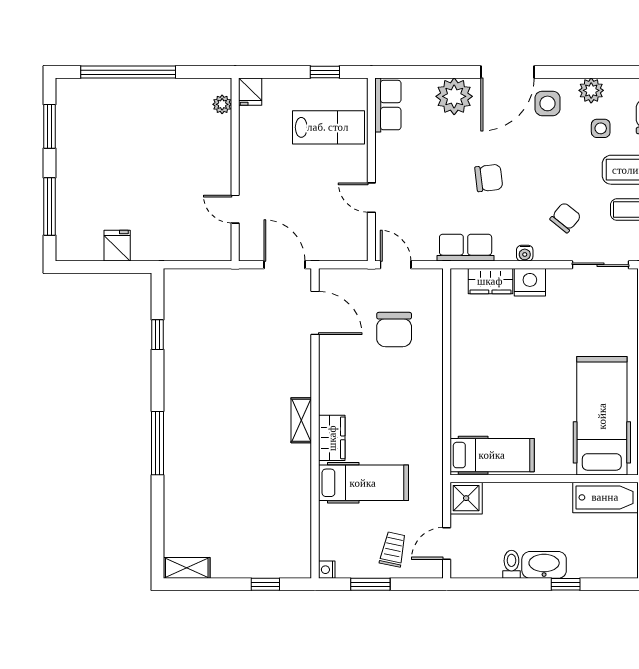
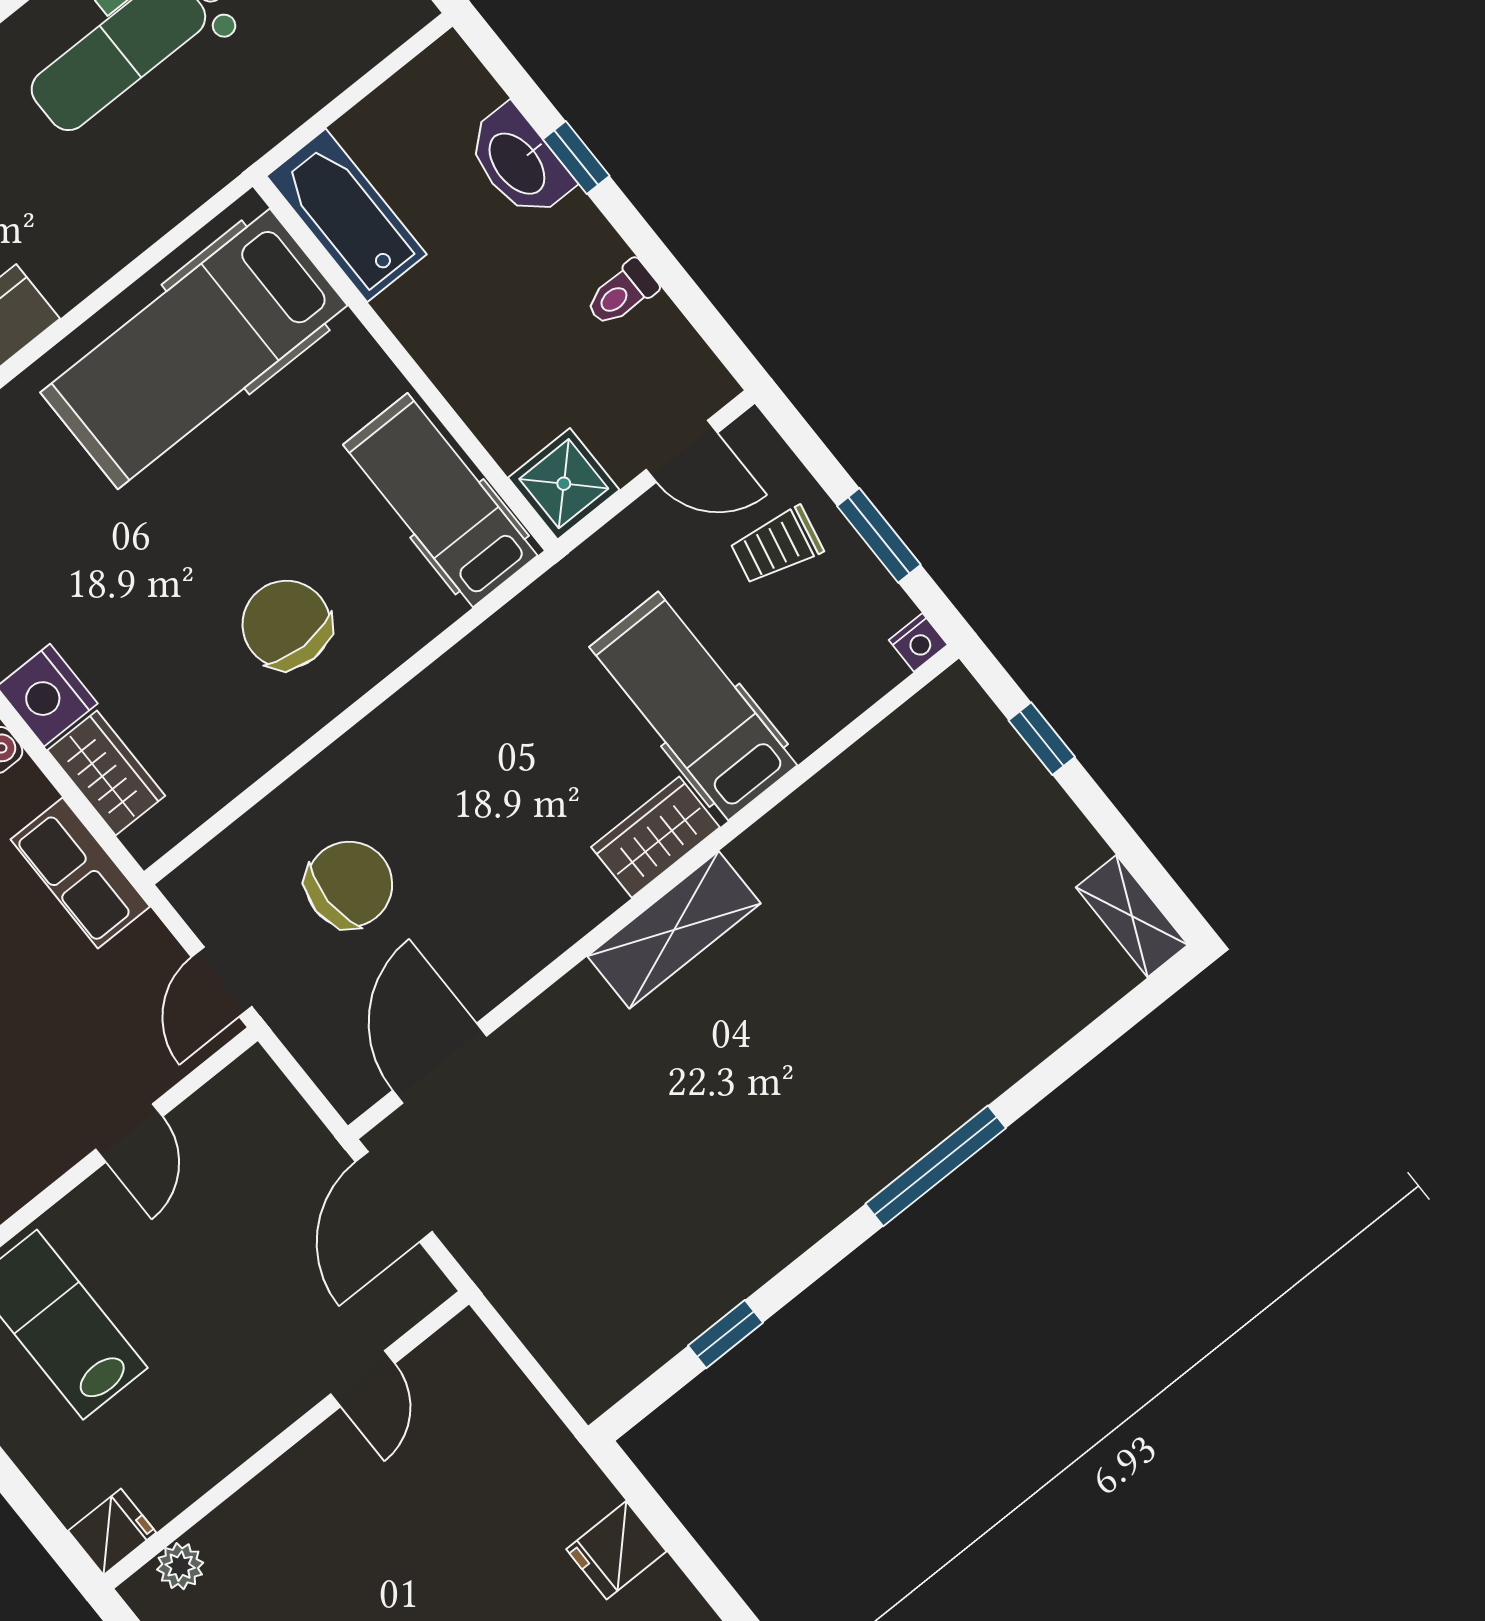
chair: (492, 375) -> (286, 624), added
shelving: (301, 420) -> (674, 930), width x1.50, depth x1.33
washbasin: (544, 565) -> (518, 162), moved

